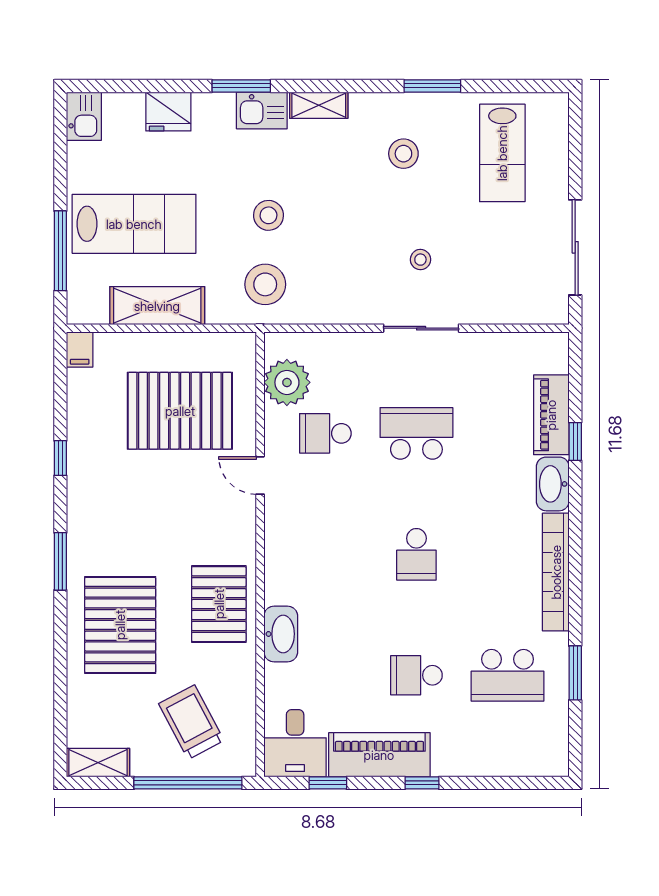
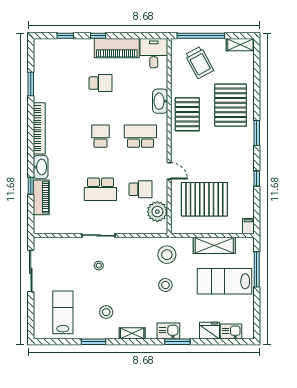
shelving: (319, 105) -> (132, 333), moved
kitchen sink: (84, 116) -> (231, 331), moved, turned 90
school desk: (508, 675) -> (140, 136), moved
window: (328, 783) -> (65, 36), moved

